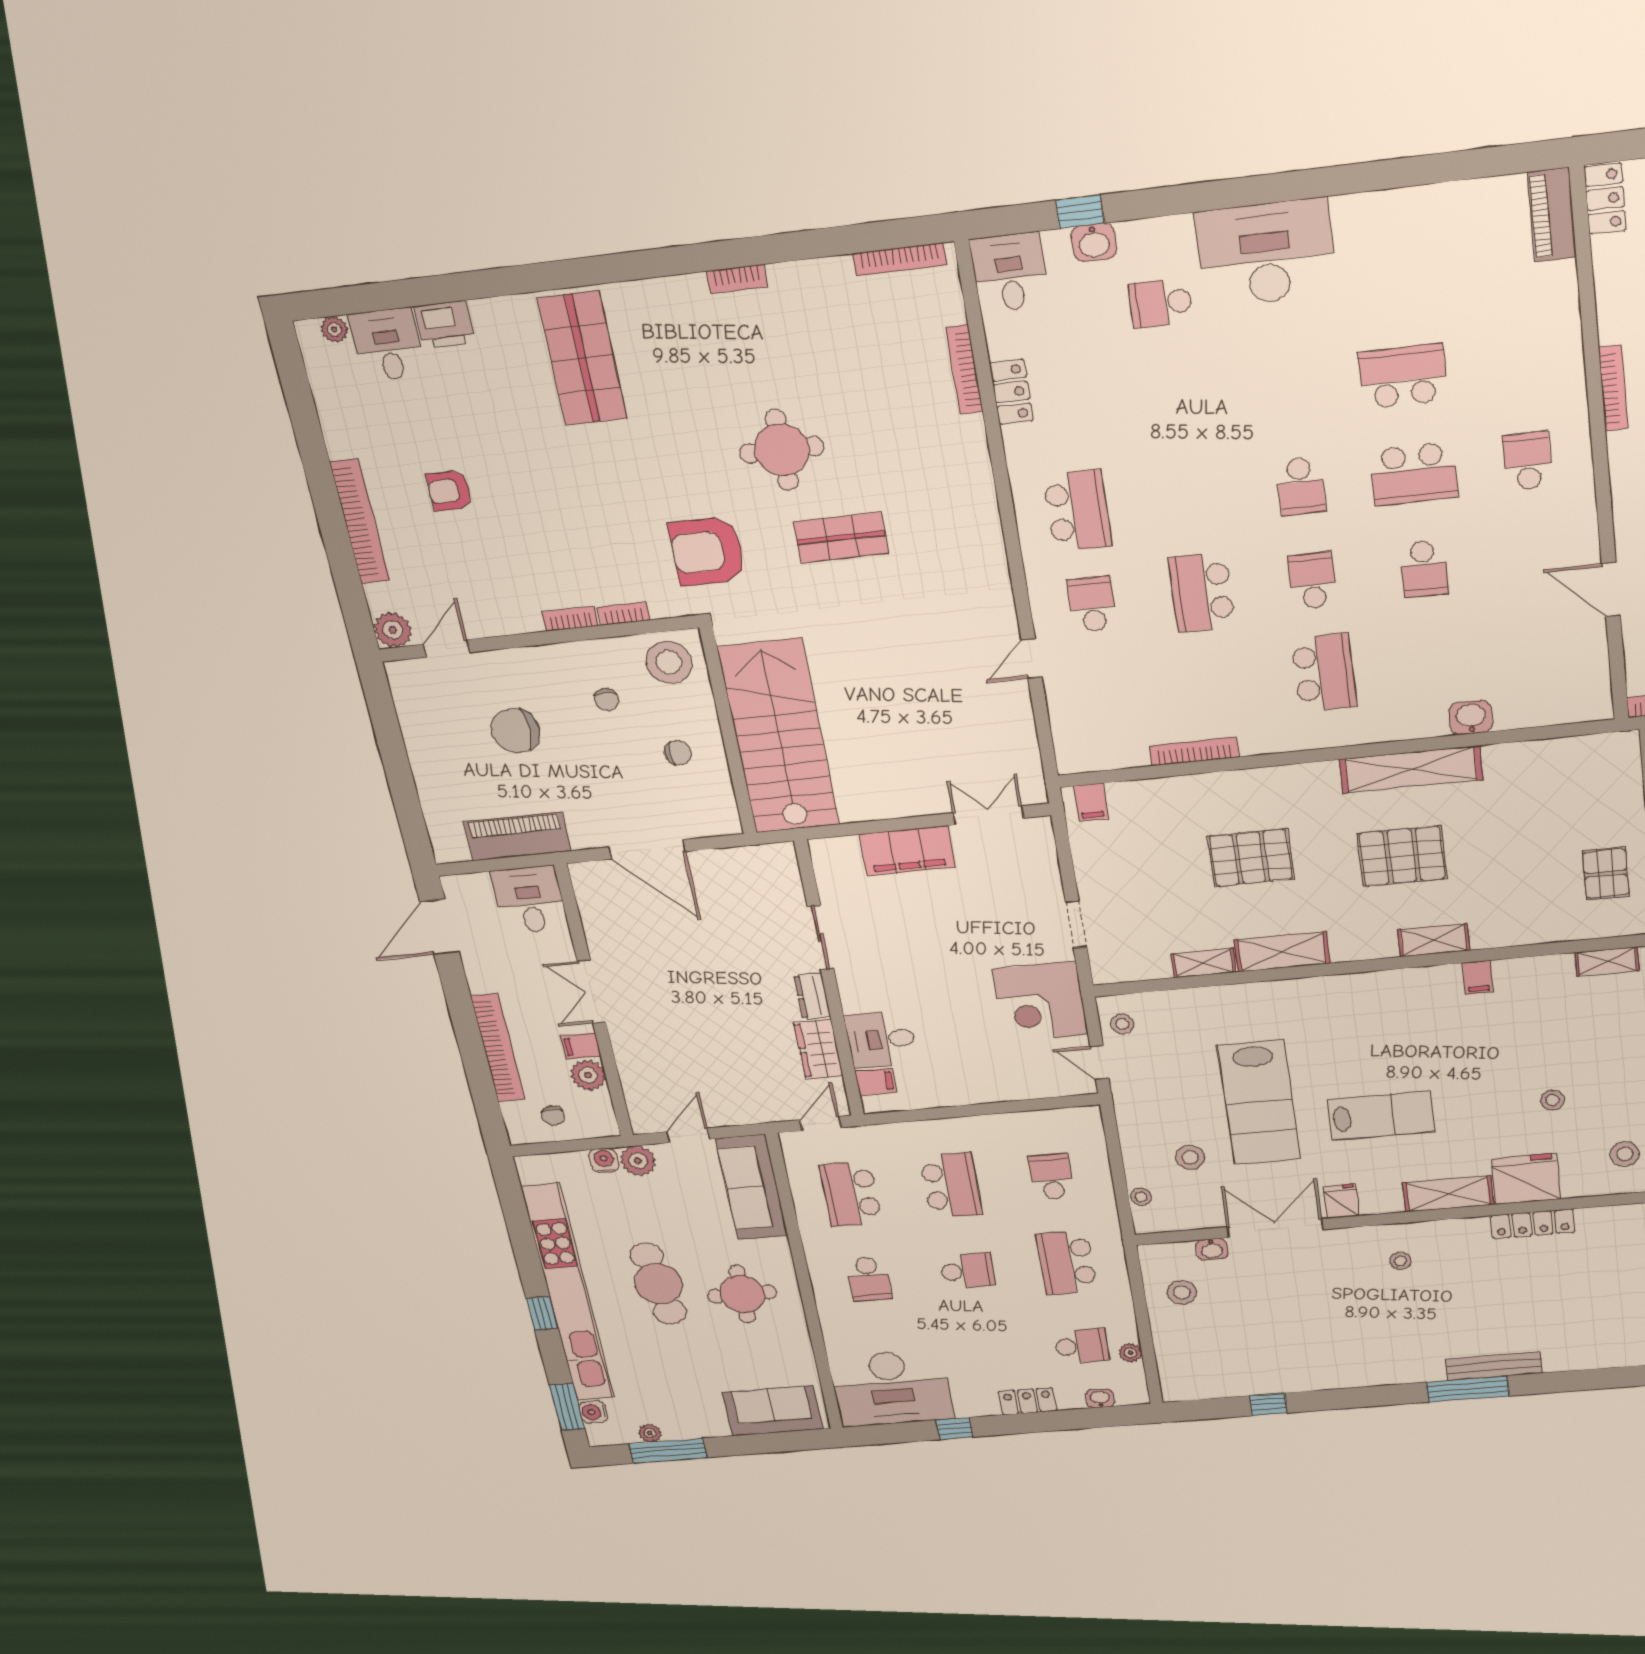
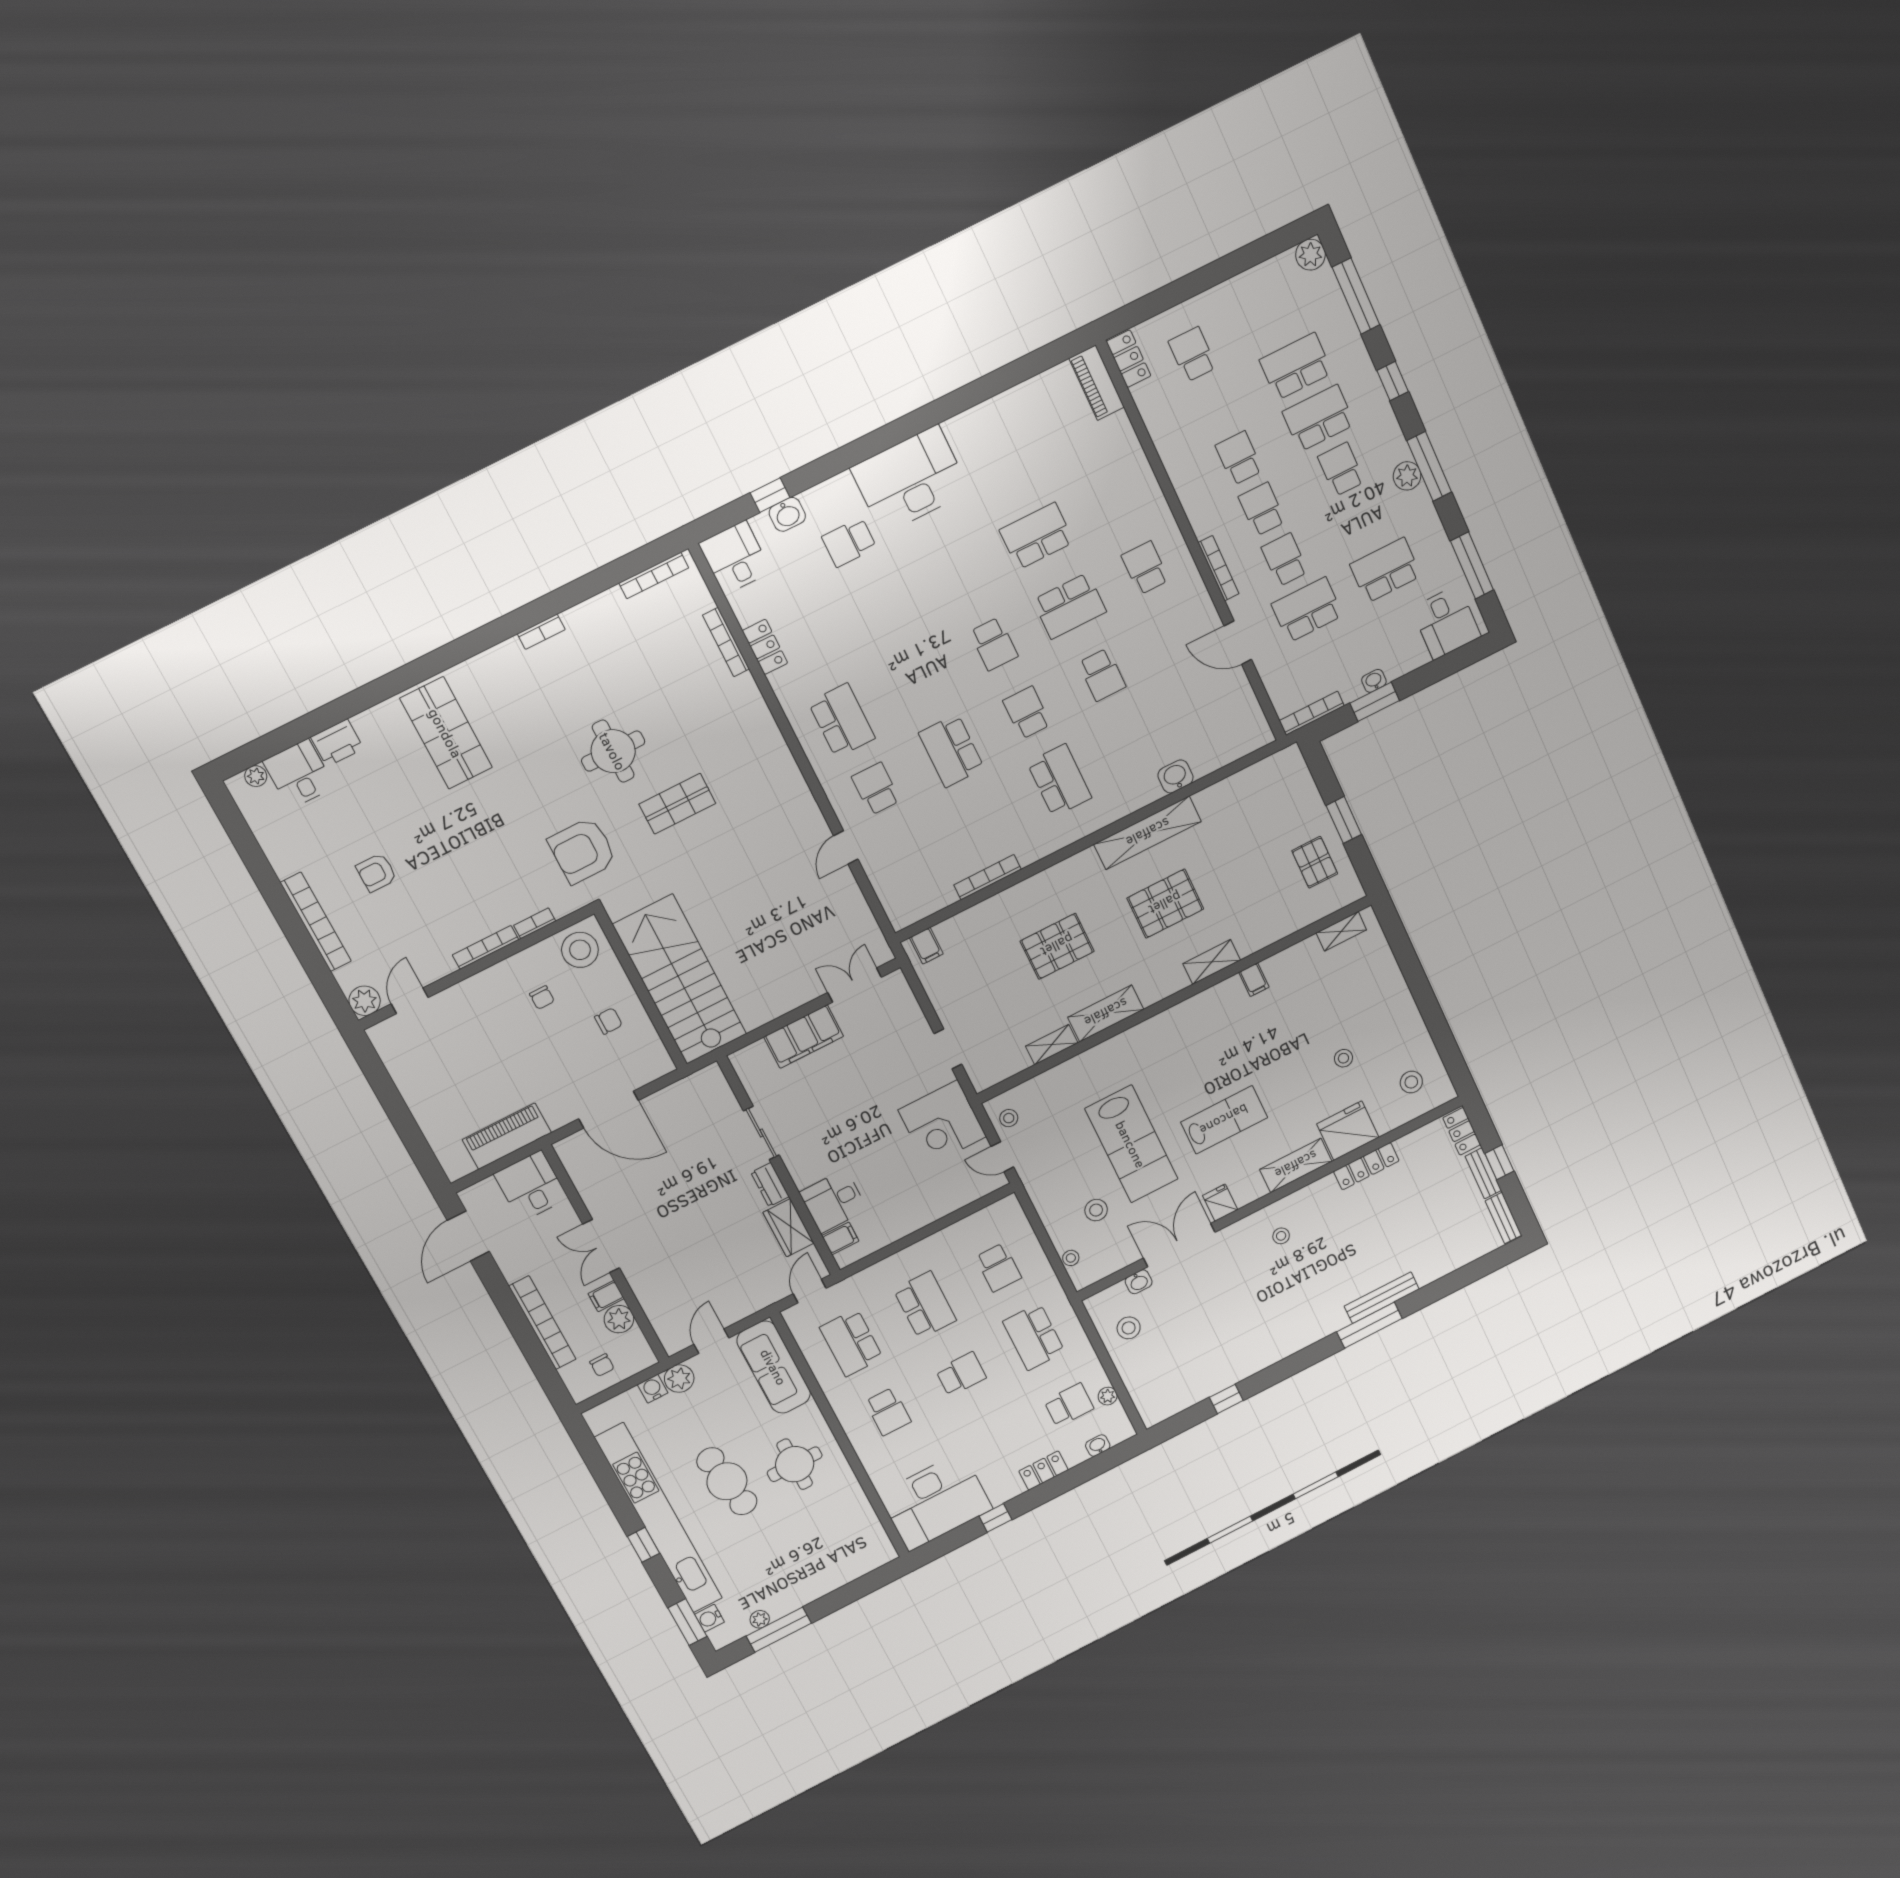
bookcase: (1613, 388) -> (1219, 568), moved
bookcase: (570, 619) -> (486, 947), width x1.56
chair: (515, 731) -> (480, 1049), removed
school desk: (1052, 1177) -> (998, 1267), turned 180
sofa: (773, 1411) -> (850, 1559), removed

